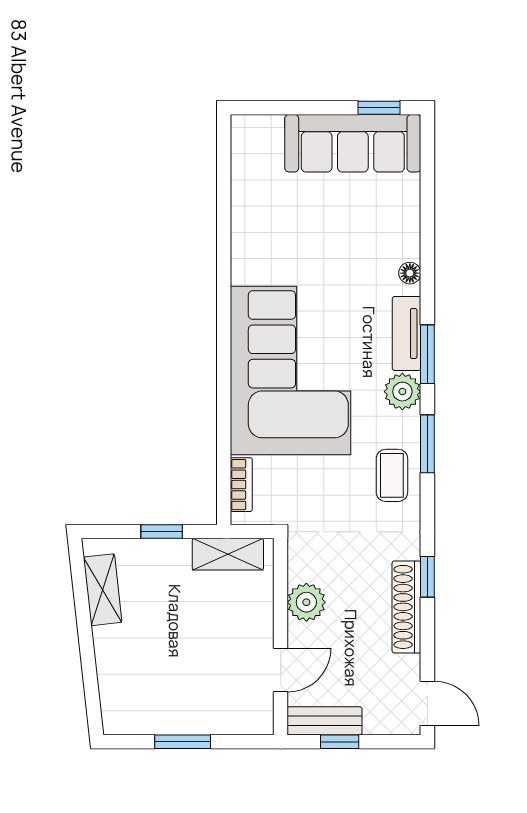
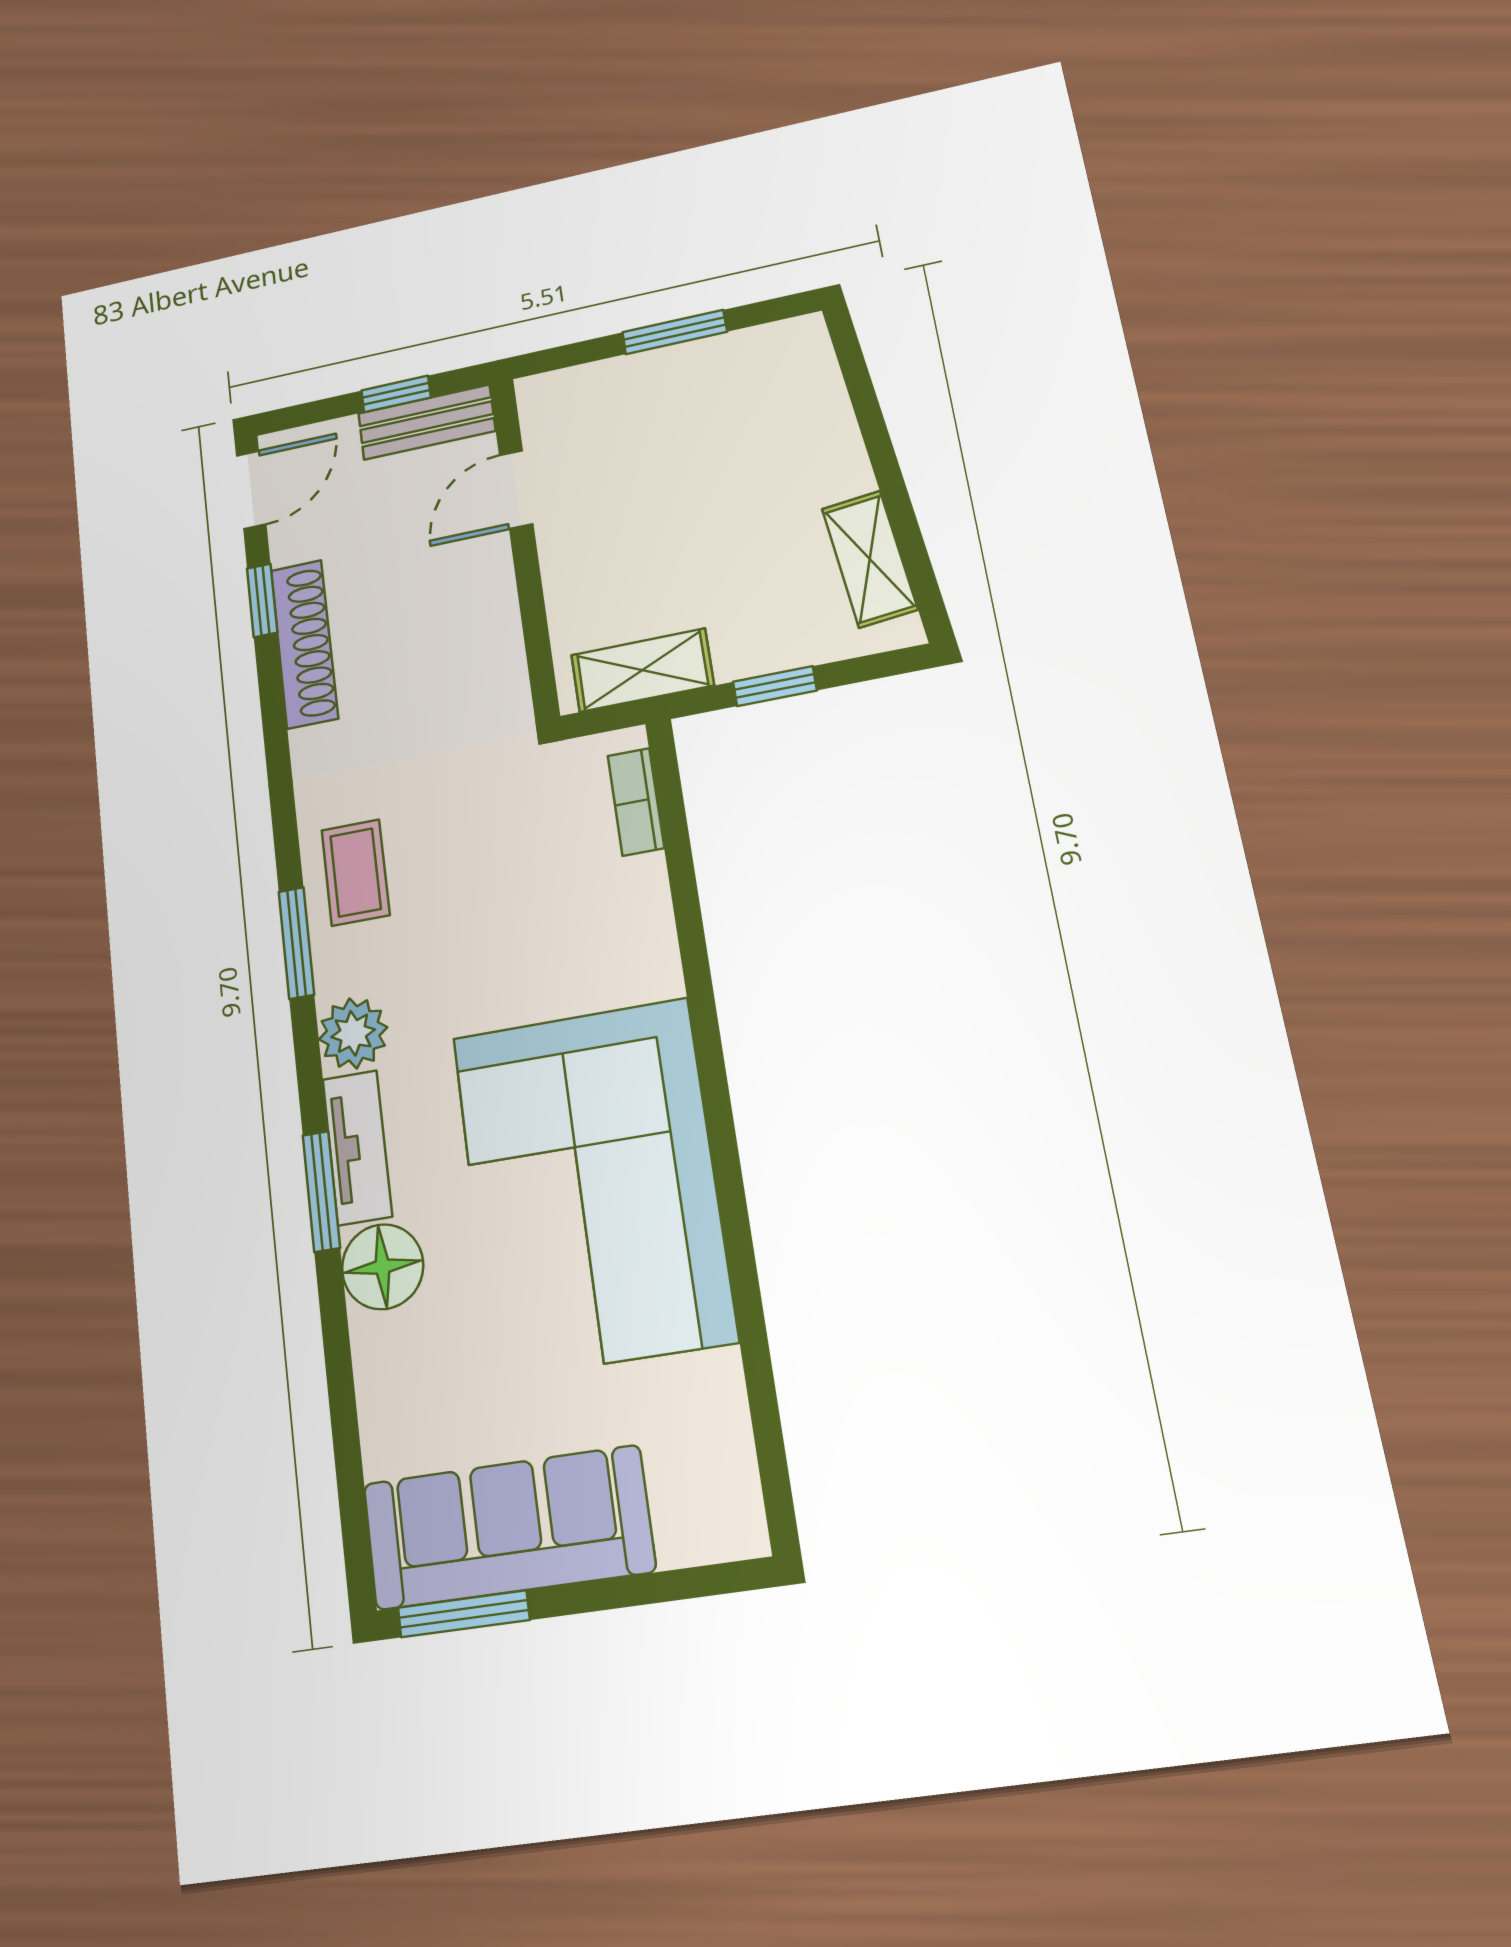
window: (379, 108) -> (464, 1614), width x1.50
floor lamp: (410, 273) -> (383, 1267), width x1.89, depth x1.89
window: (427, 354) -> (321, 1191), moved
corner sofa: (291, 371) -> (592, 1186), moved
window: (427, 577) -> (262, 600), moved
plant: (306, 602) -> (485, 615), removed
door: (427, 704) -> (251, 490), swing flipped

